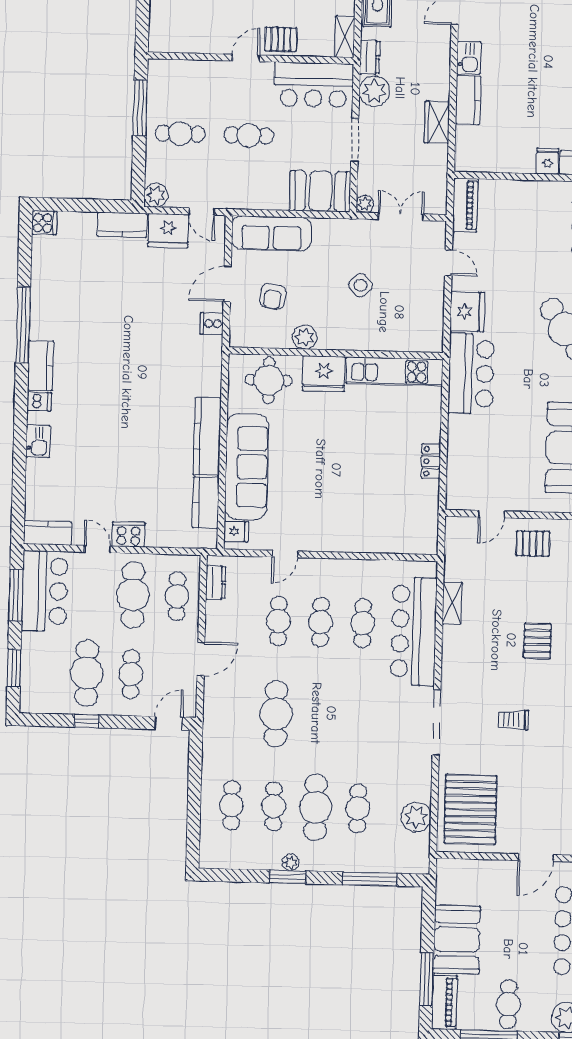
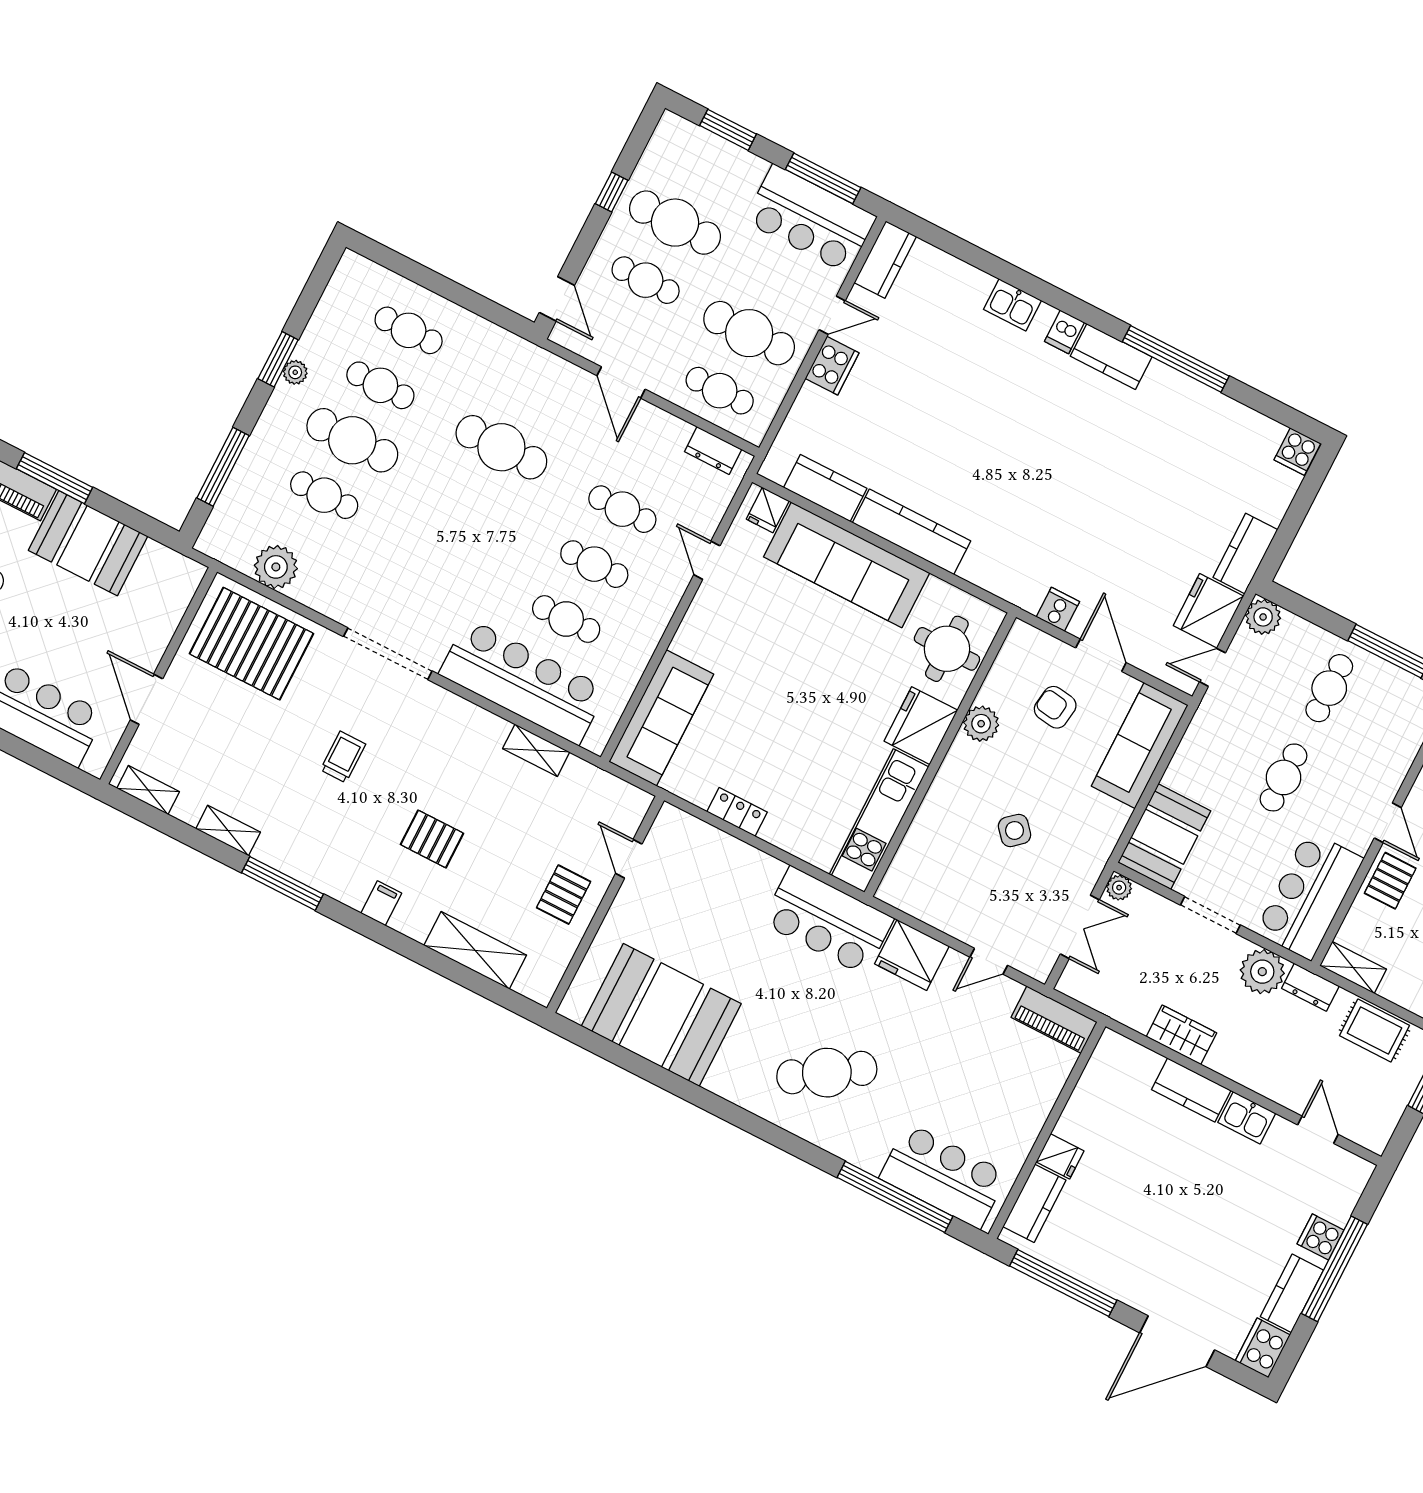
sofa: (395, 536) -> (661, 718), added

